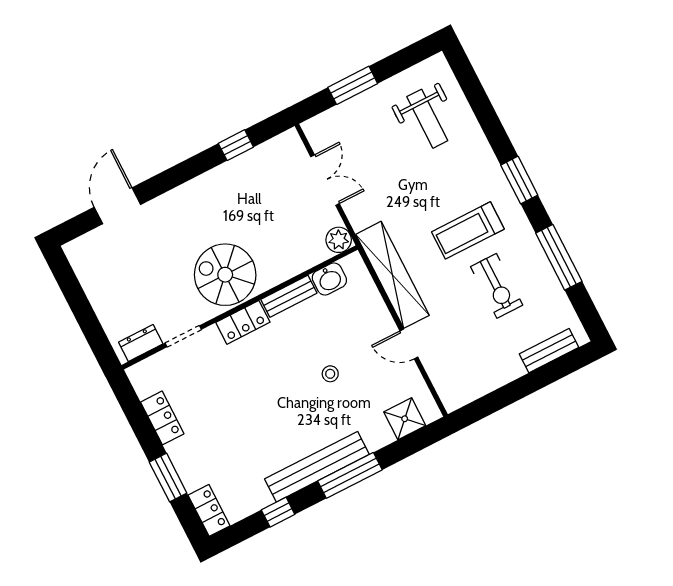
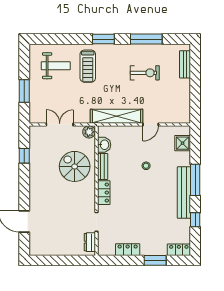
treadmill: (468, 230) -> (88, 66), moved
spiral stairs: (225, 275) -> (75, 166), moved, turned 90

